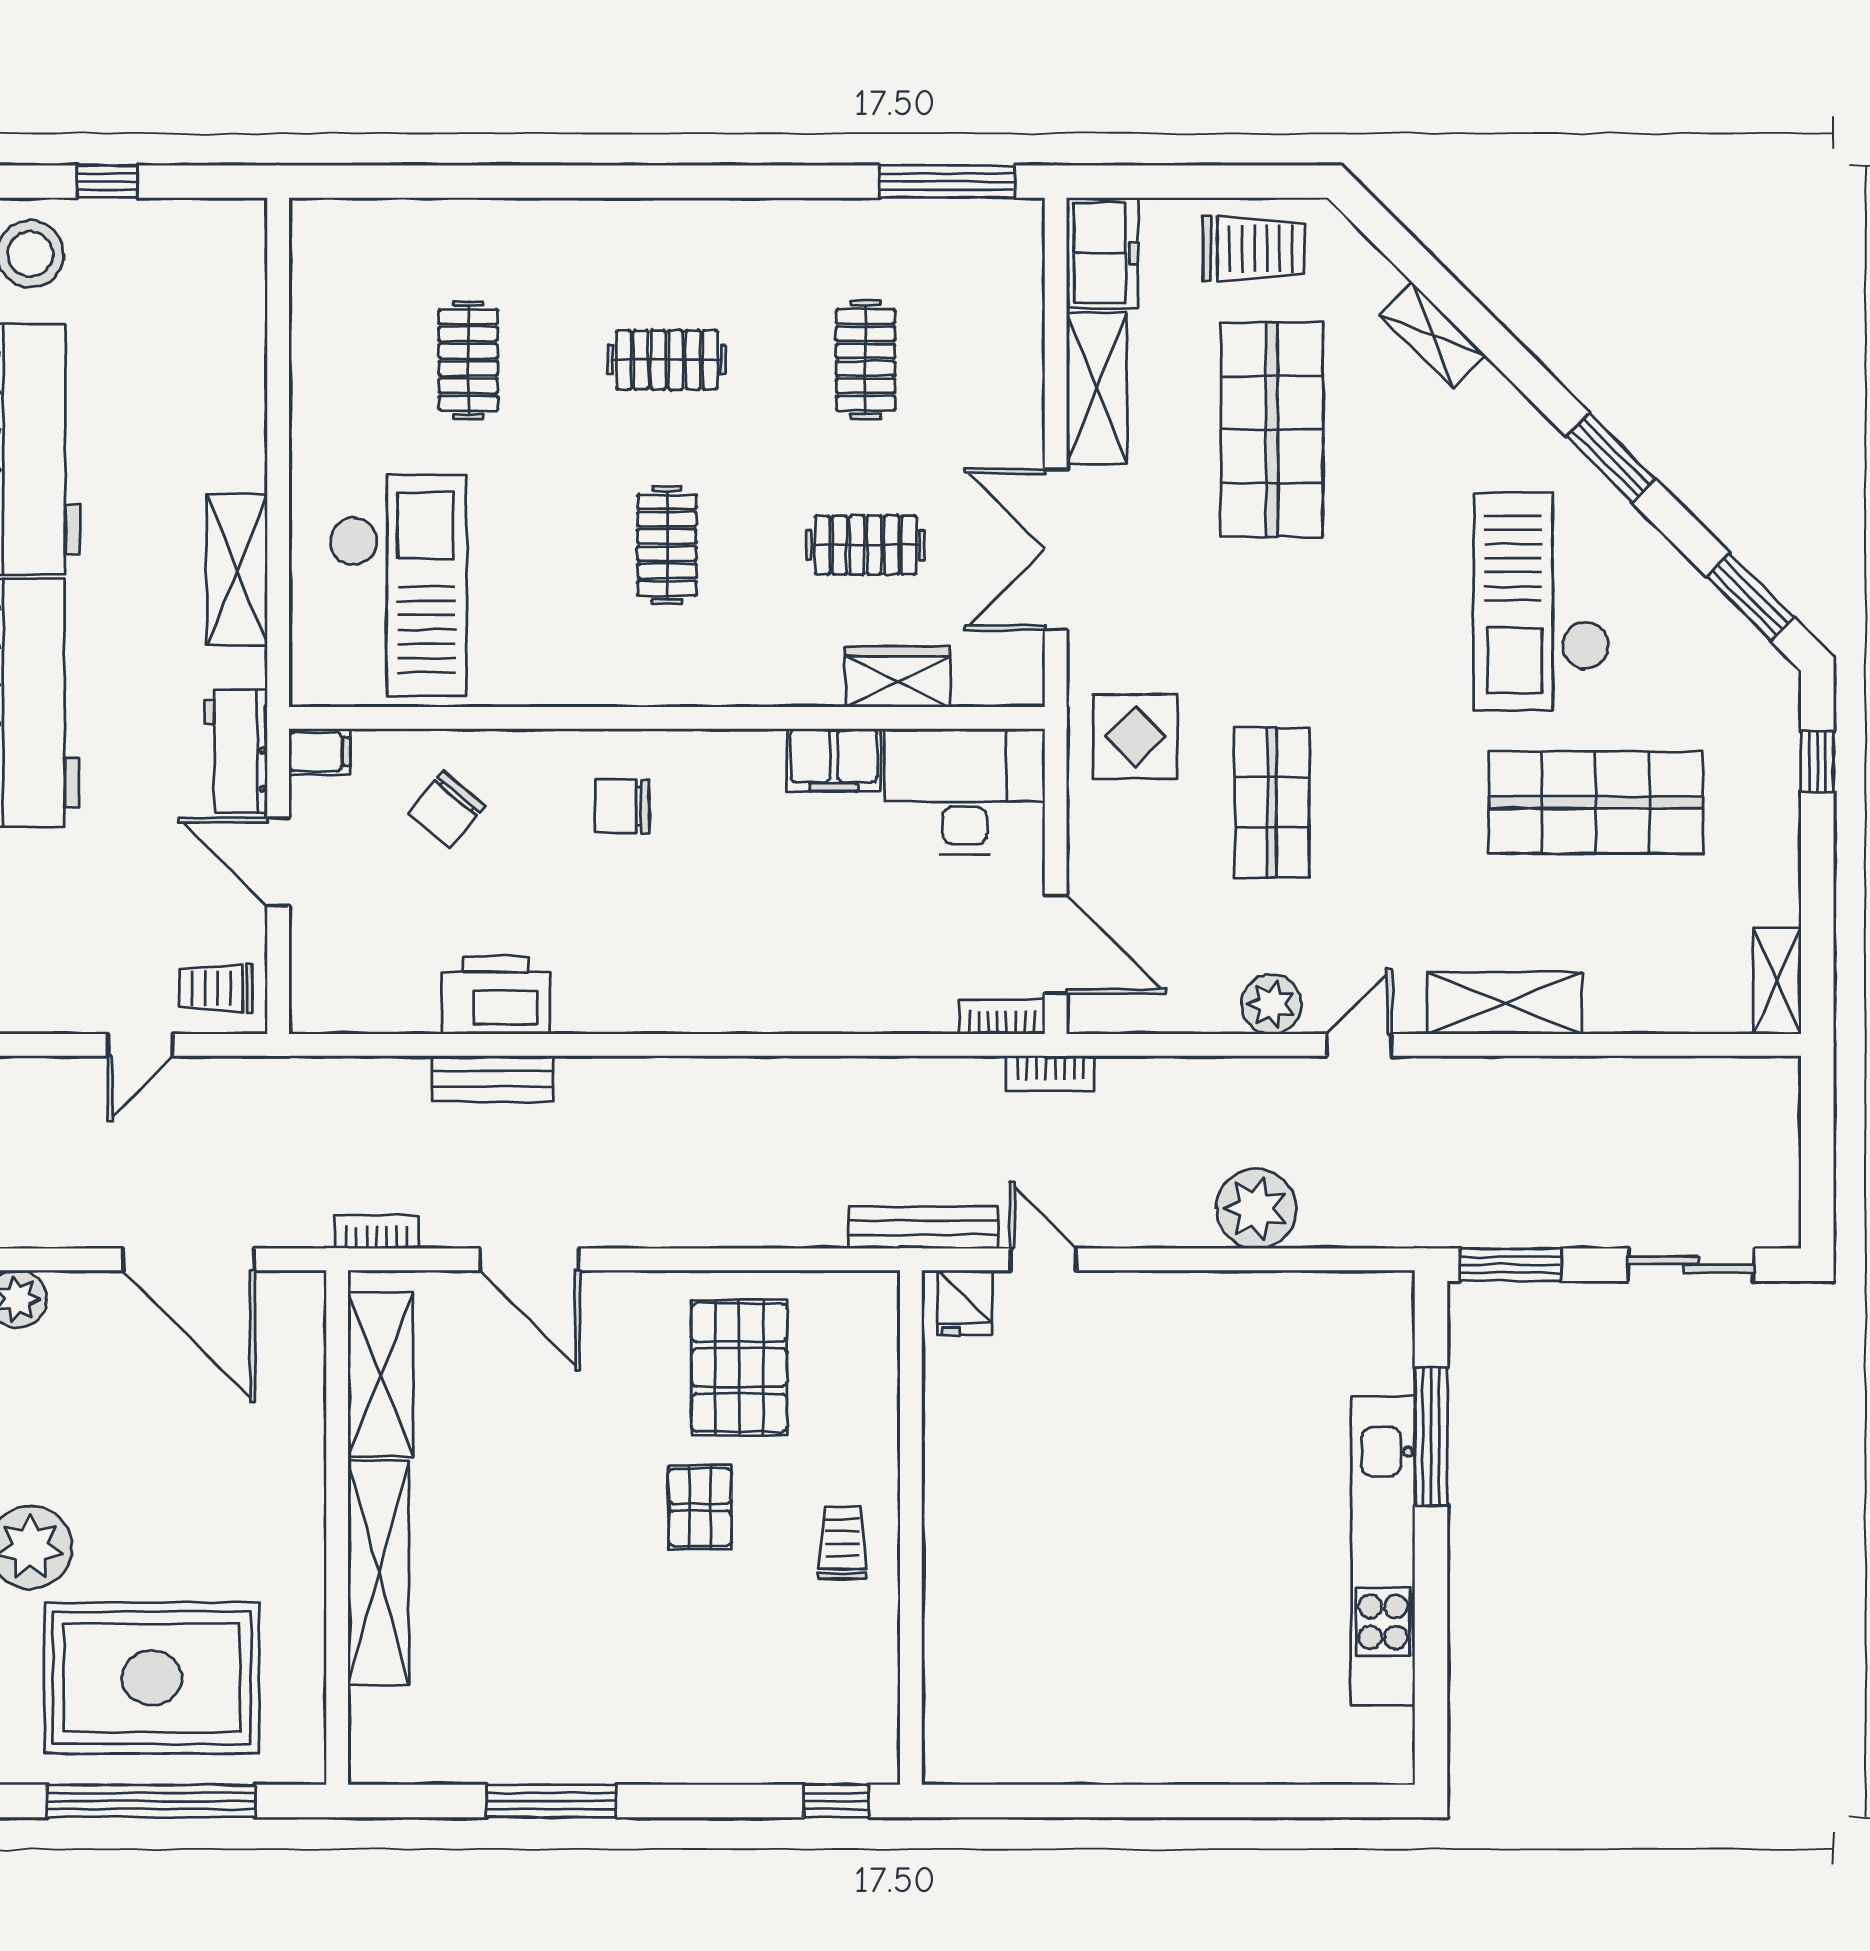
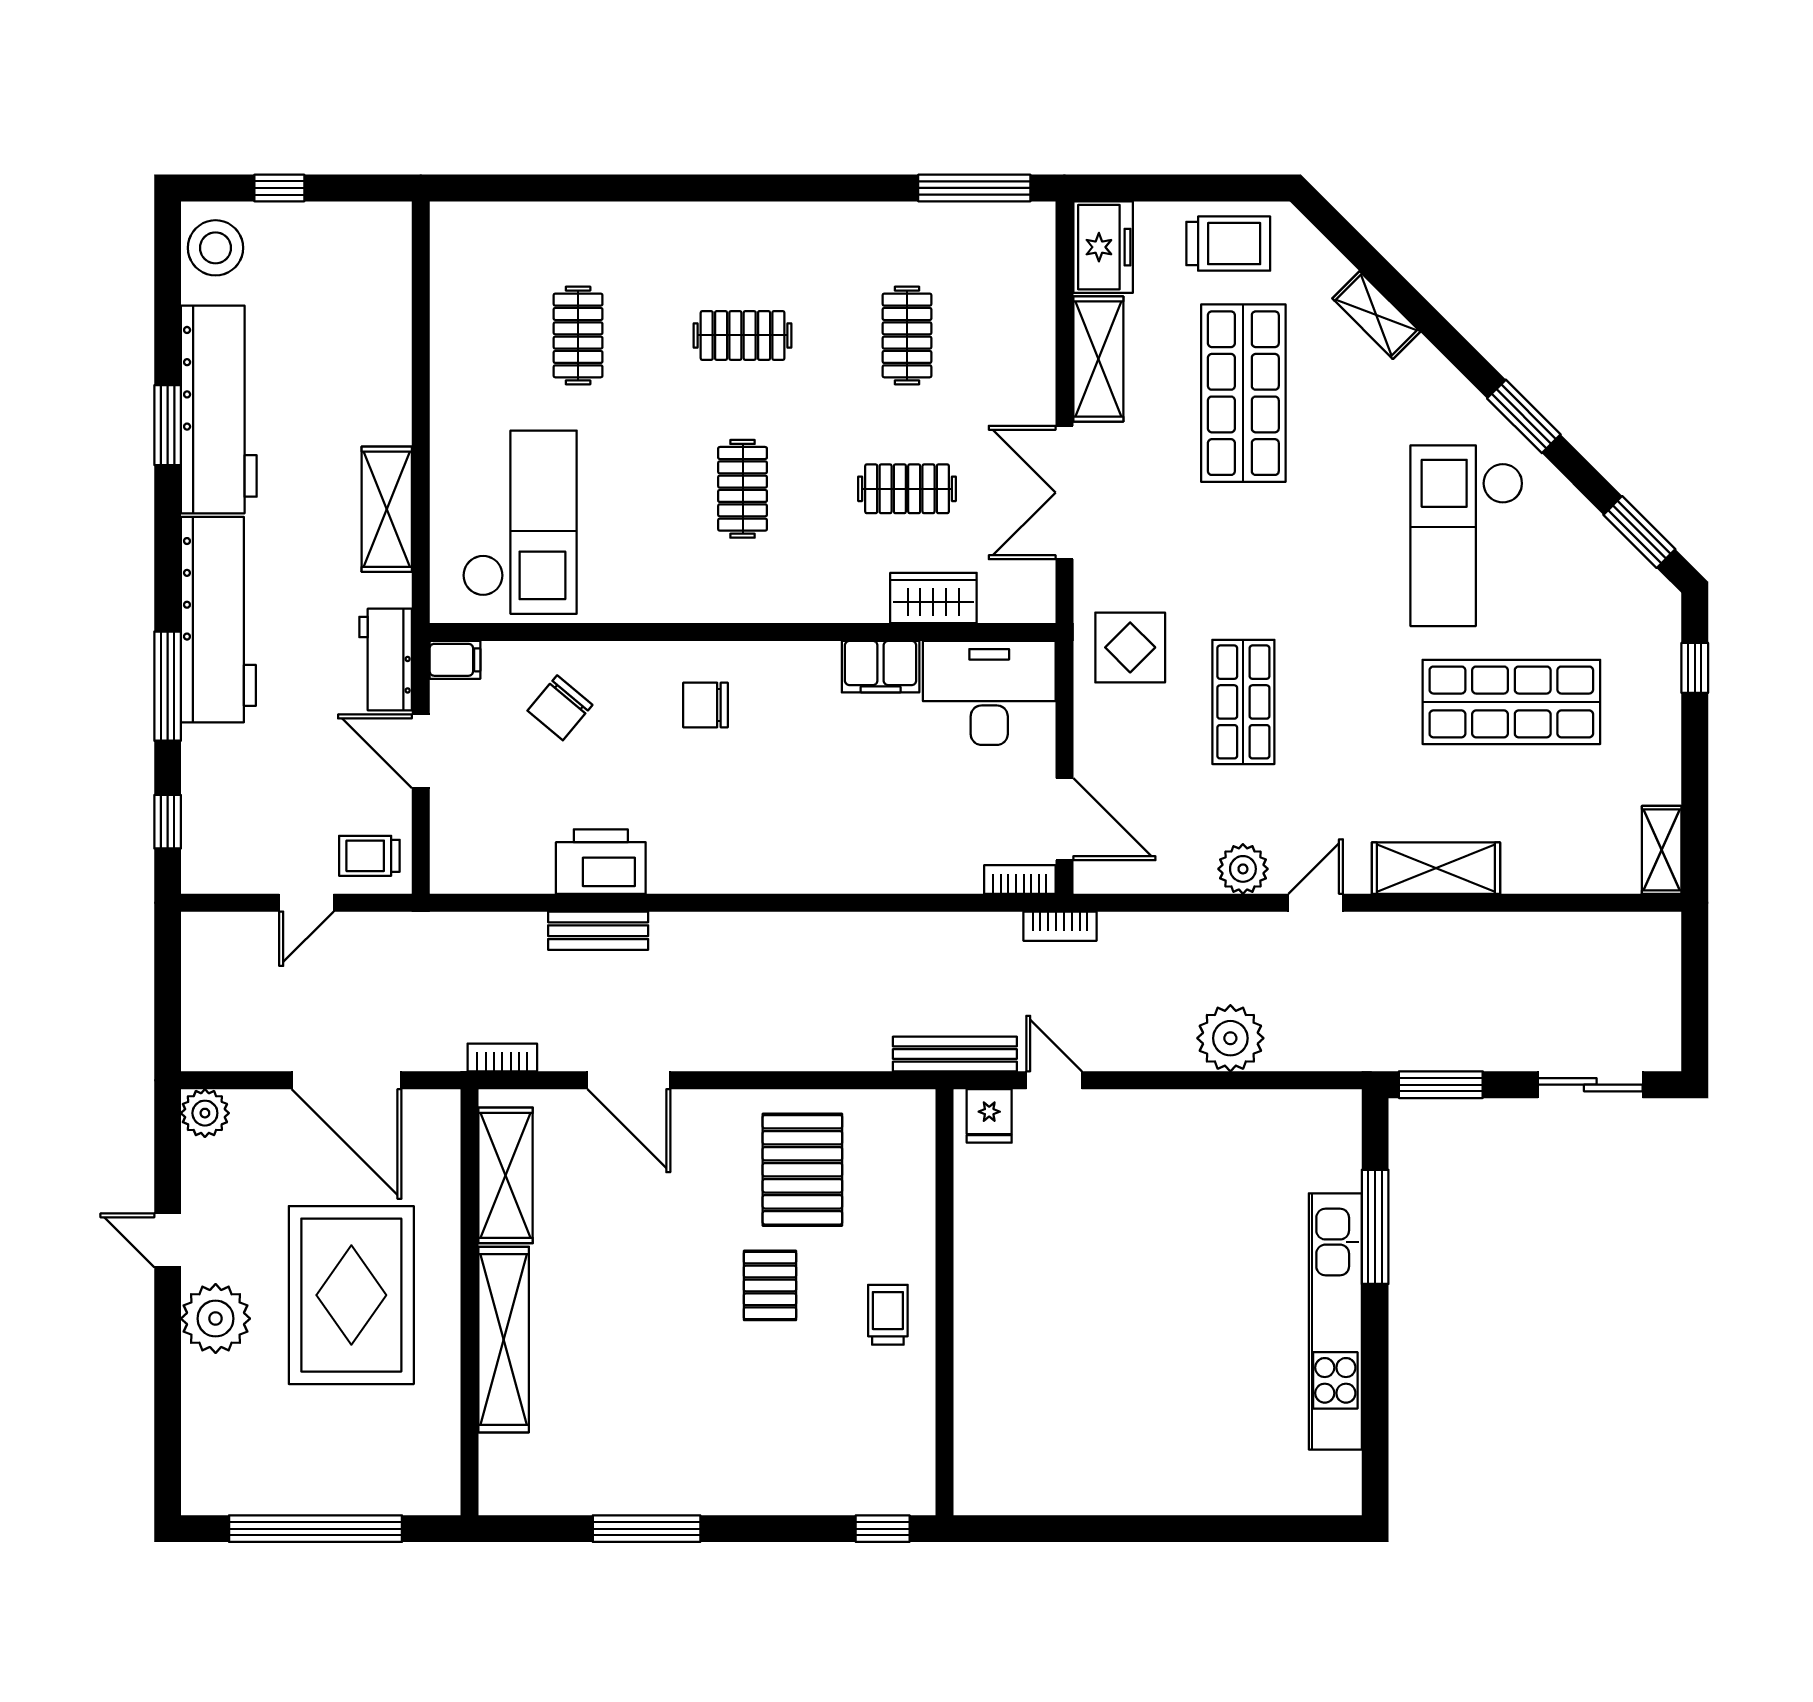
rug: (152, 1678) -> (351, 1295), moved, turned 90

